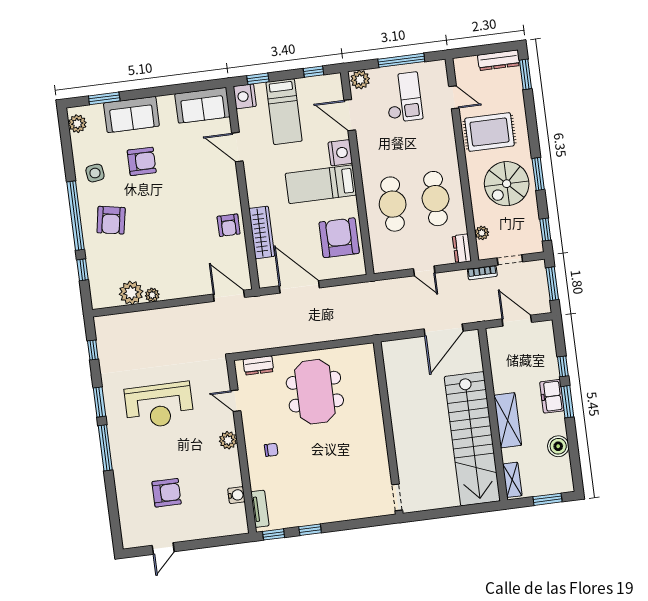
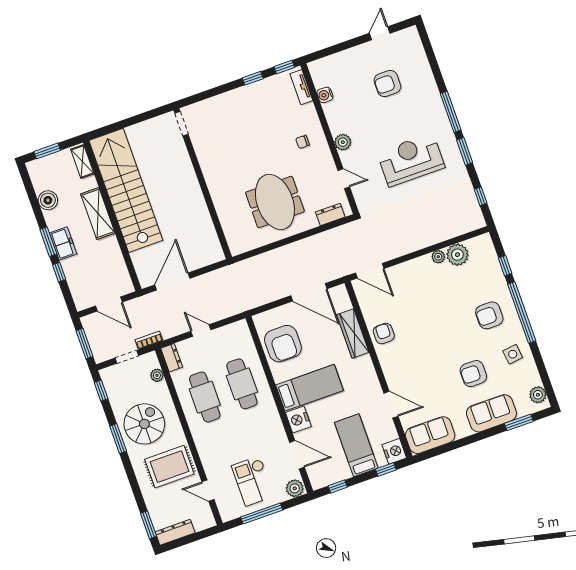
armchair: (111, 220) -> (489, 315), turned -100

